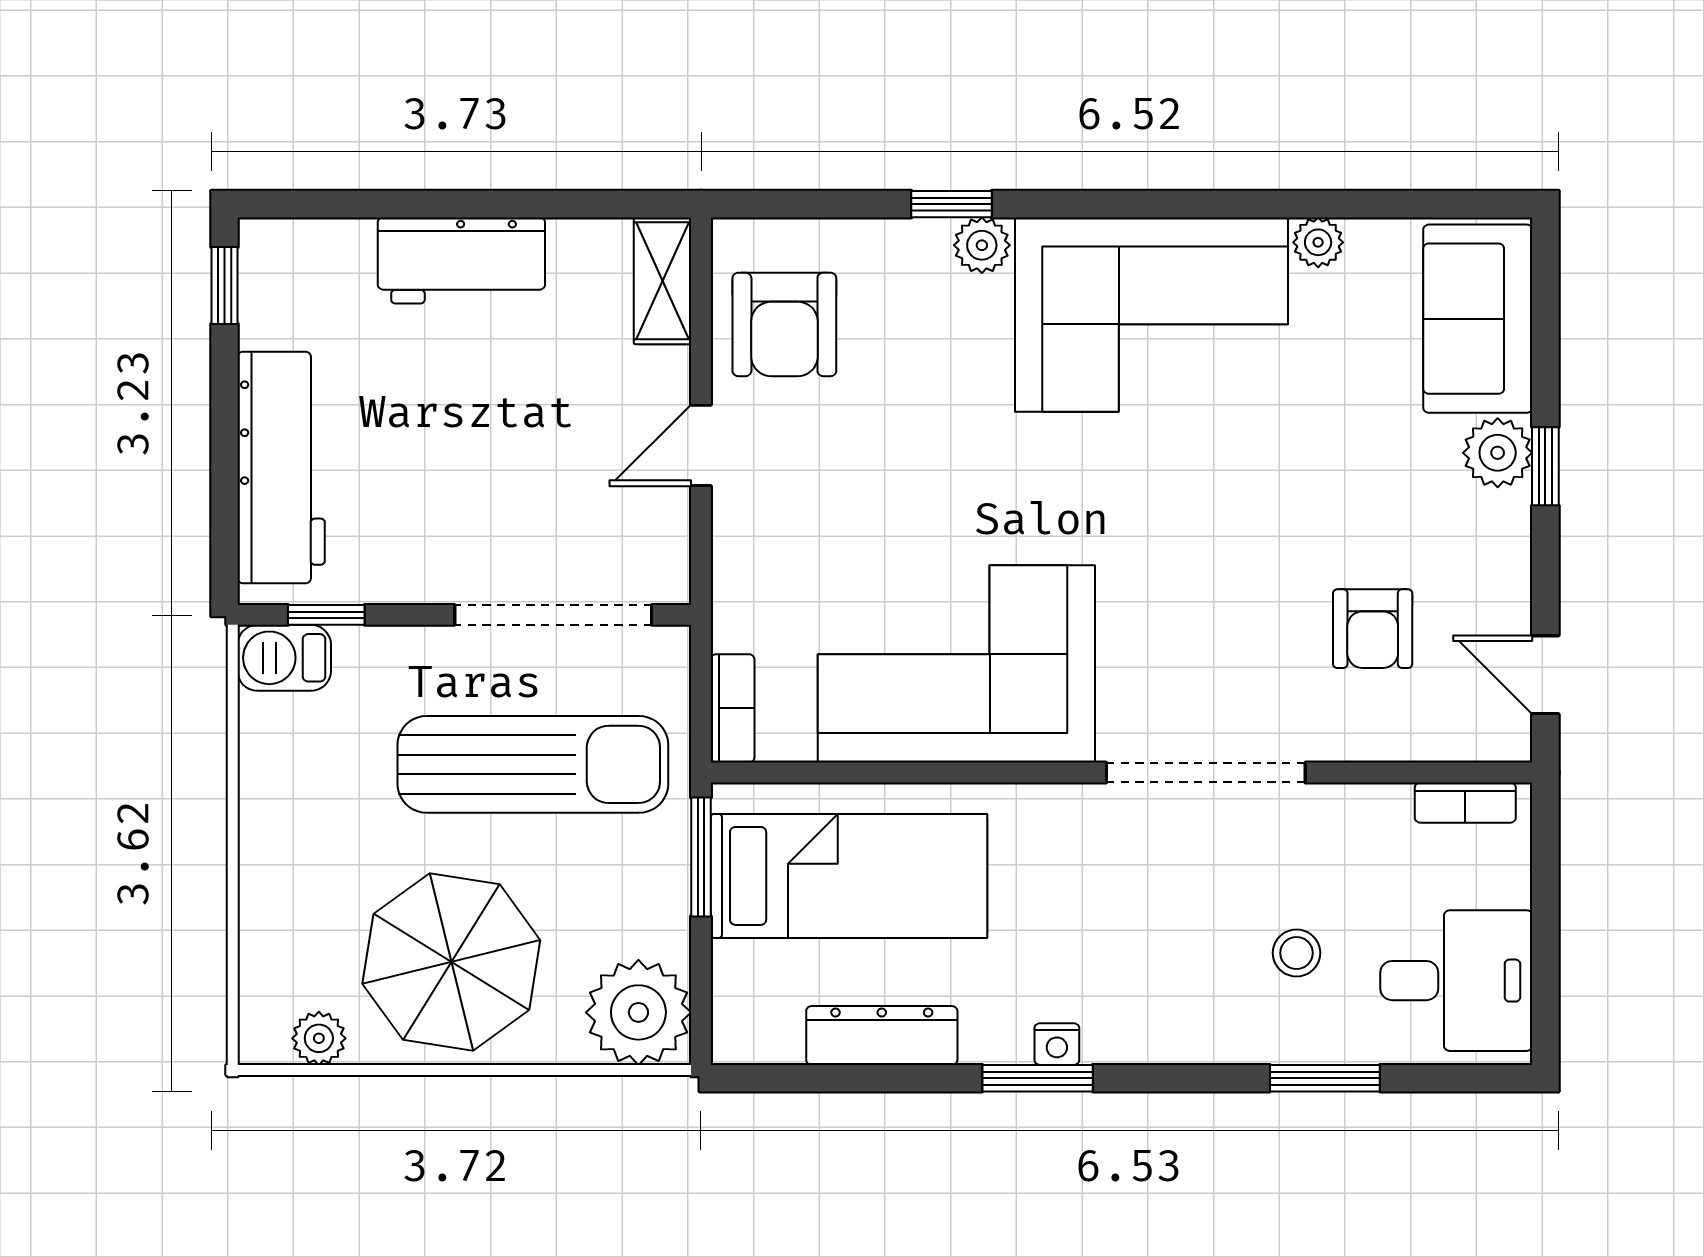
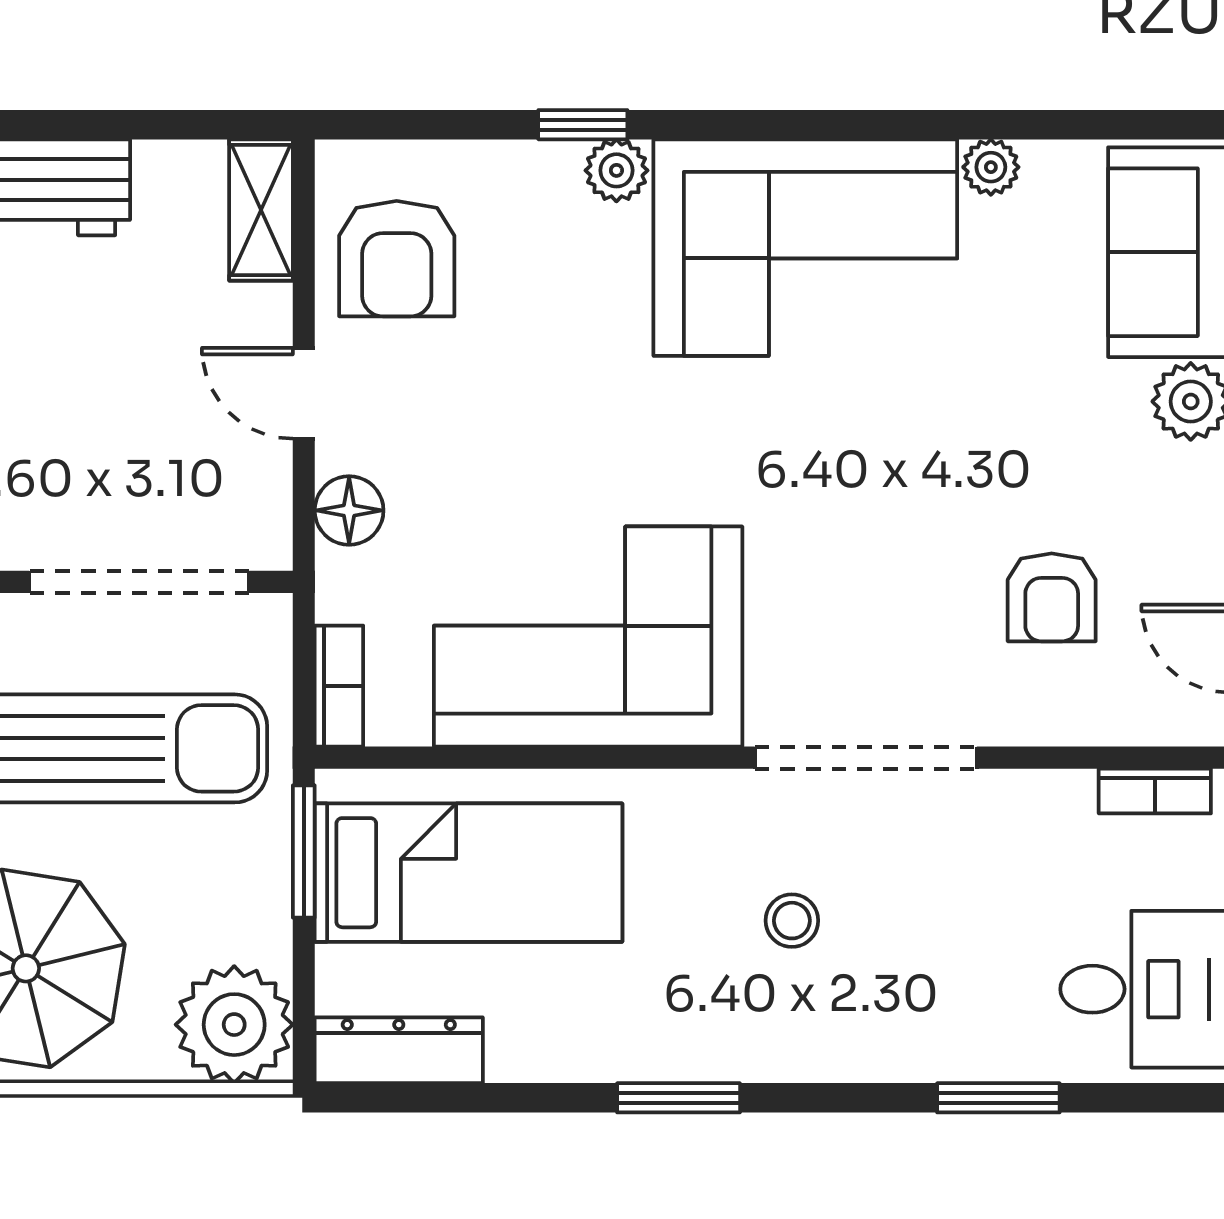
door: (701, 445) -> (304, 393), hinge flipped
floor lamp: (742, 551) -> (349, 510), added
stool: (1297, 953) -> (792, 921), moved
dresser: (882, 1035) -> (399, 1050), moved
nightstand: (1057, 1044) -> (700, 1060), removed

